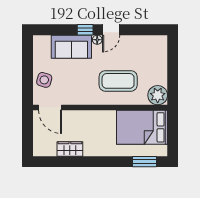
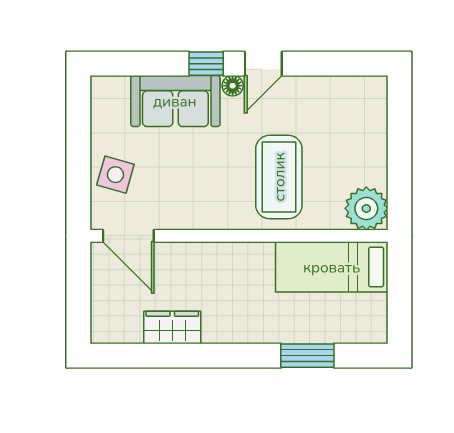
coffee table: (118, 81) -> (279, 177), turned 90
bed: (142, 127) -> (332, 267), width x0.67
window: (144, 162) -> (307, 356), moved

